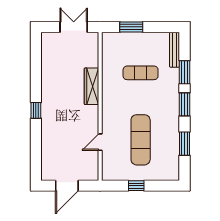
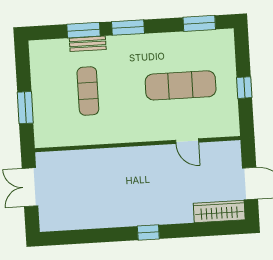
bench: (175, 50) -> (88, 44), moved, width x0.73
wardrobe: (91, 86) -> (219, 212), moved, turned 180
window: (185, 144) -> (199, 23), moved

